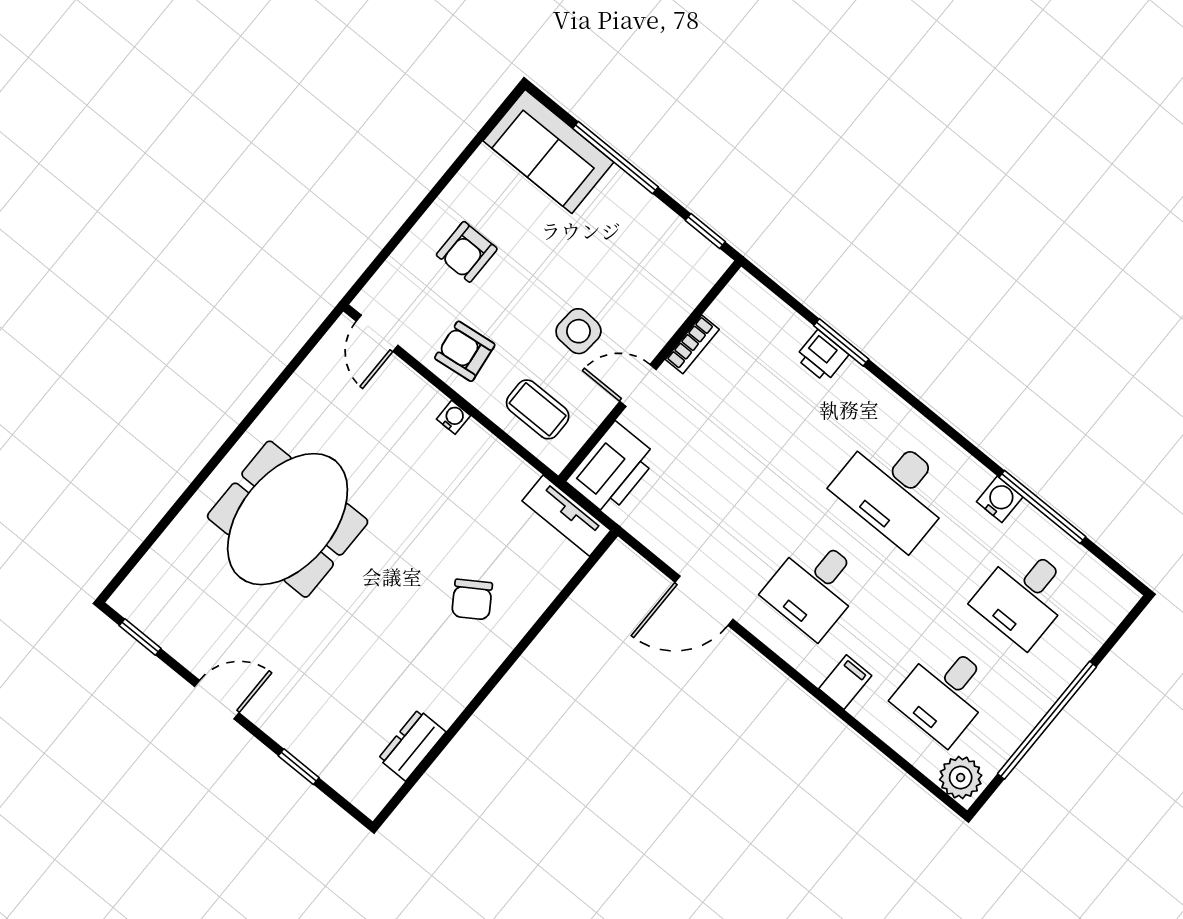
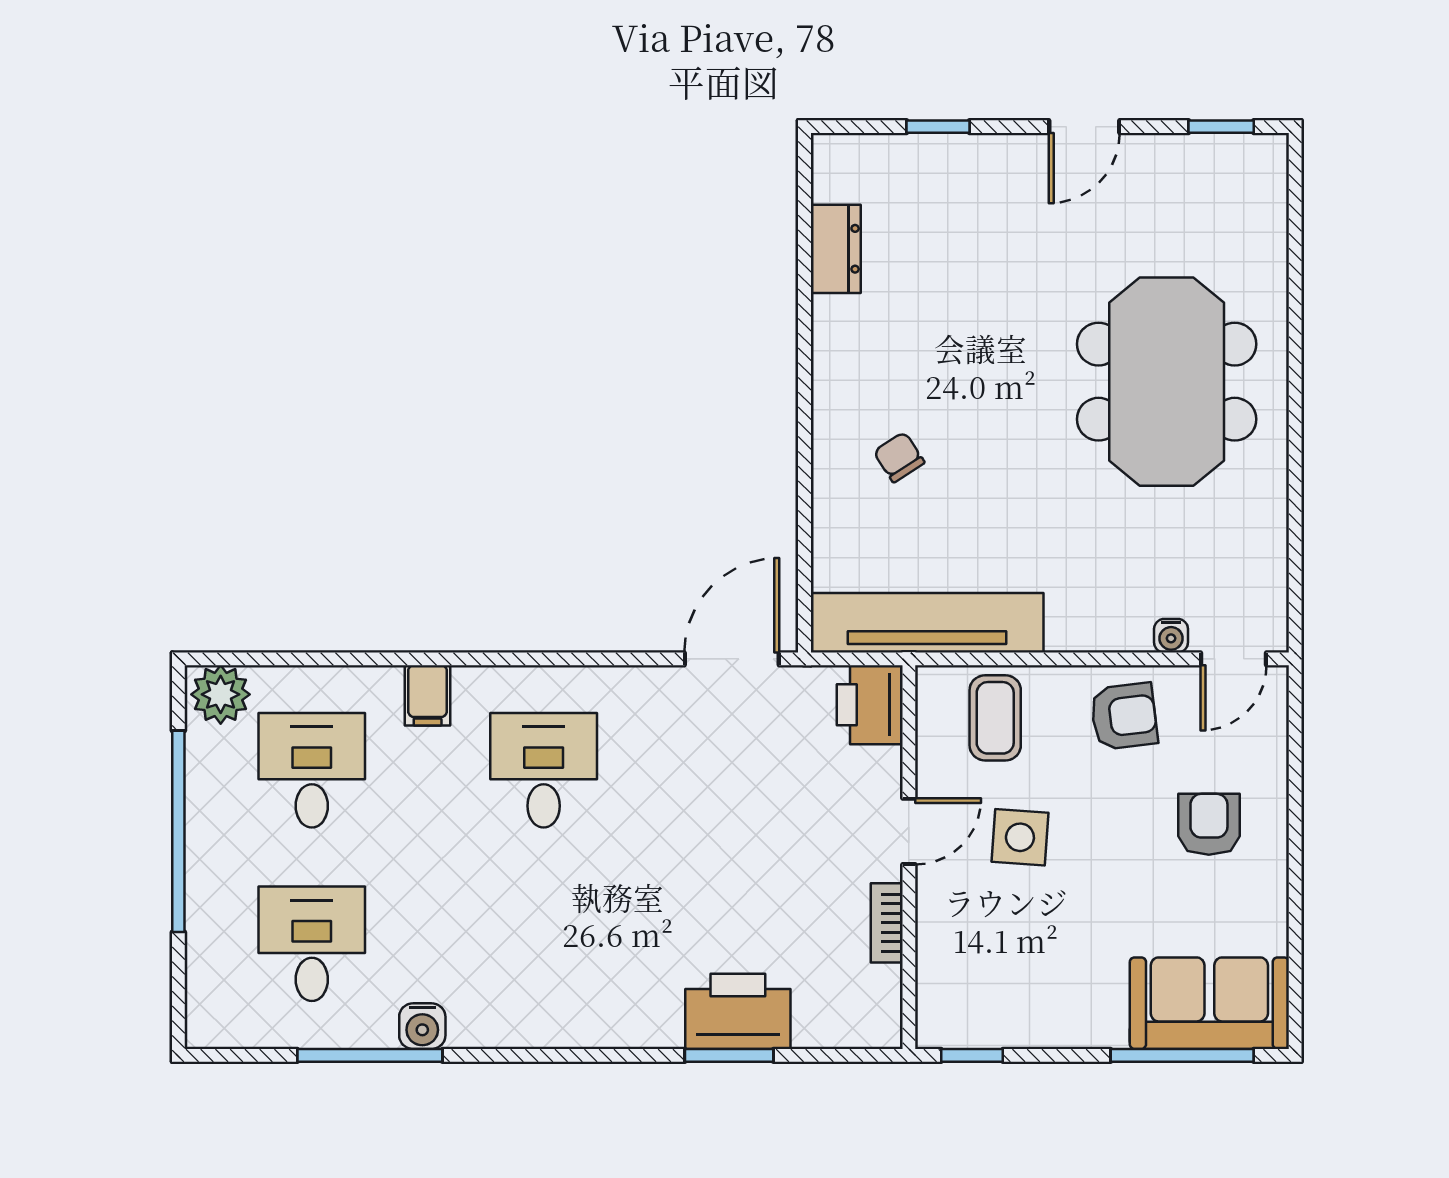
window: (615, 158) -> (1182, 1055), moved
door: (377, 333) -> (1233, 659), swing flipped
printer: (822, 356) -> (738, 1011), width x1.87, depth x1.48
coffee table: (538, 409) -> (995, 718), turned 90
water cooler: (453, 417) -> (1171, 636), moved
printer: (612, 469) -> (870, 705), width x0.73, depth x0.84
desk: (894, 490) -> (544, 944), removed
tv unit: (566, 516) -> (927, 623), width x1.92, depth x1.29
chair: (472, 599) -> (899, 457), width x0.73, depth x0.73
door: (704, 601) -> (732, 659), moved

